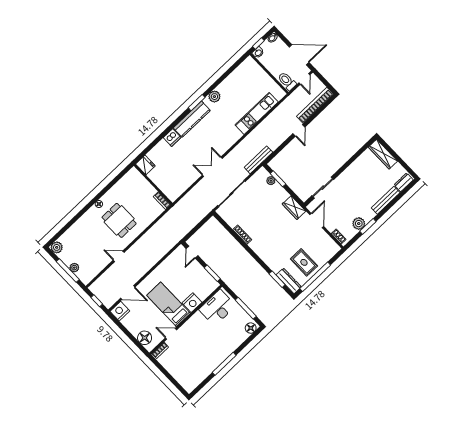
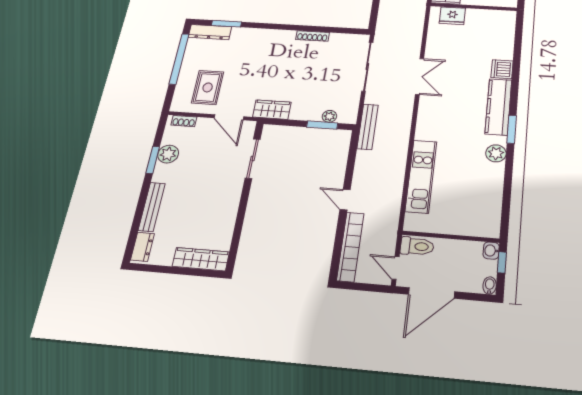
fridge: (145, 165) -> (452, 16), moved
rug: (304, 262) -> (208, 87), moved, turned 90

